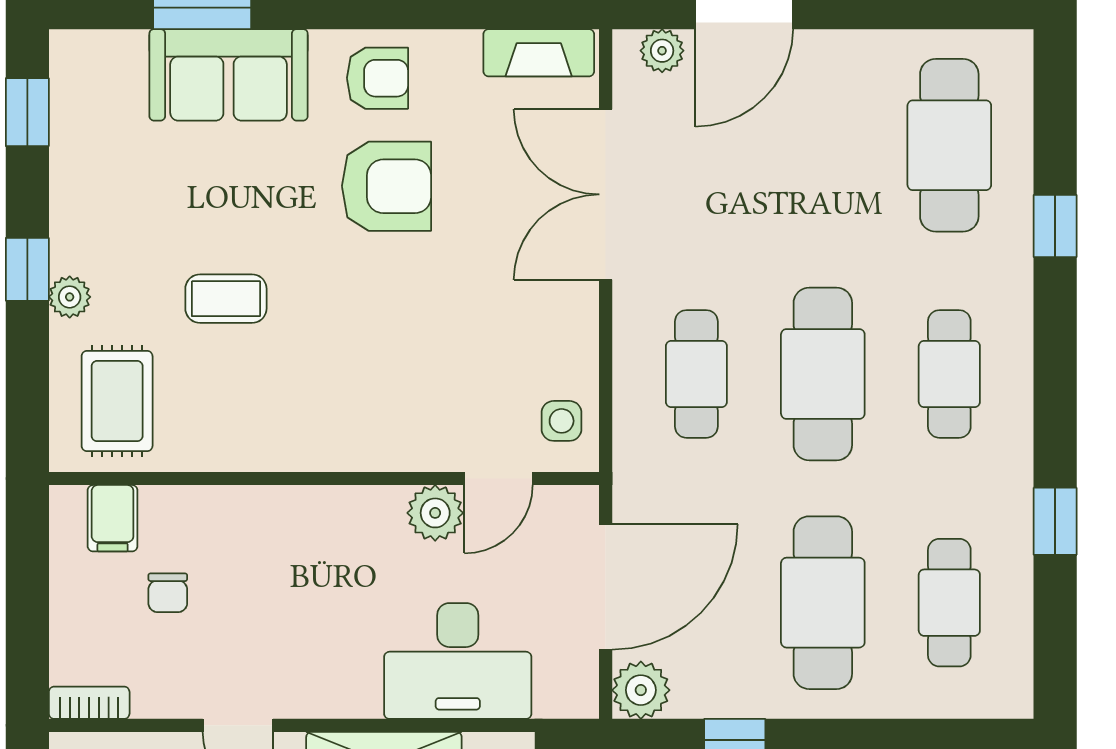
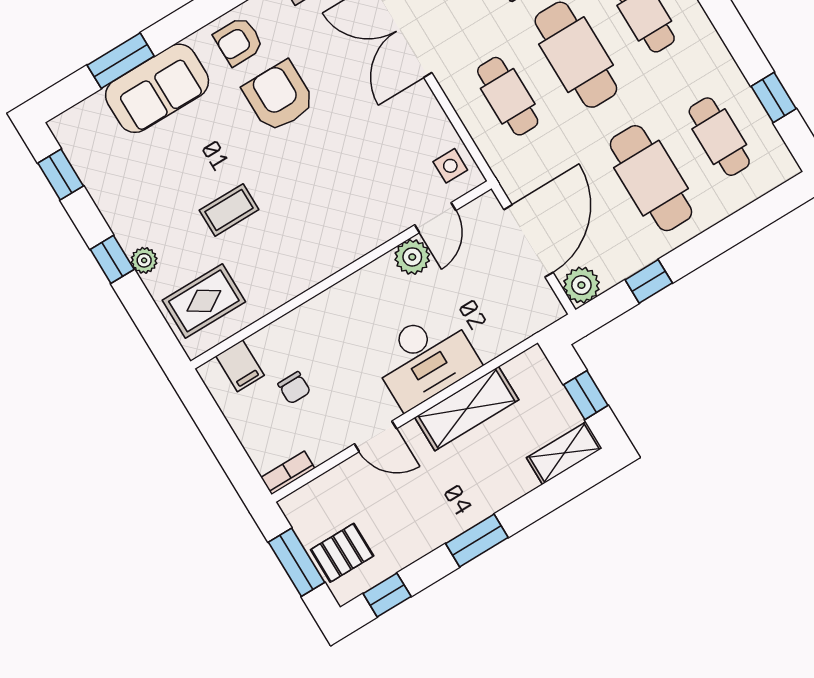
armchair: (378, 78) -> (239, 41), turned 180
armchair: (387, 186) -> (279, 97), turned -90
rug: (117, 401) -> (204, 301), turned 90
window: (1055, 521) -> (774, 97), moved
desk: (458, 661) -> (425, 359), moved

